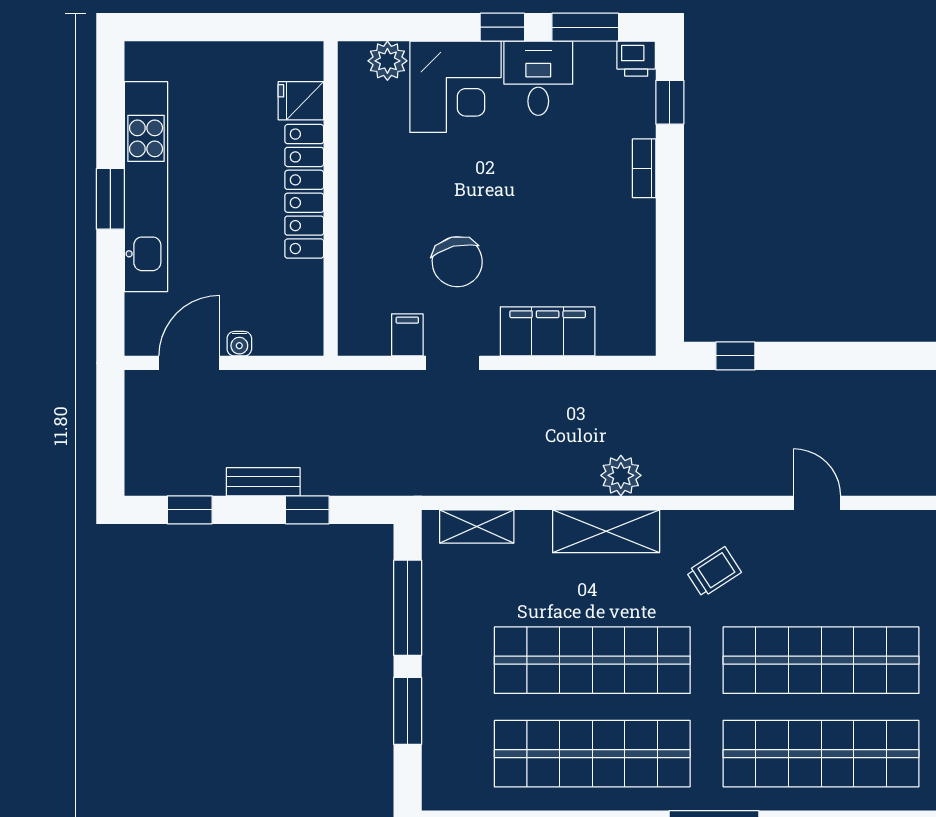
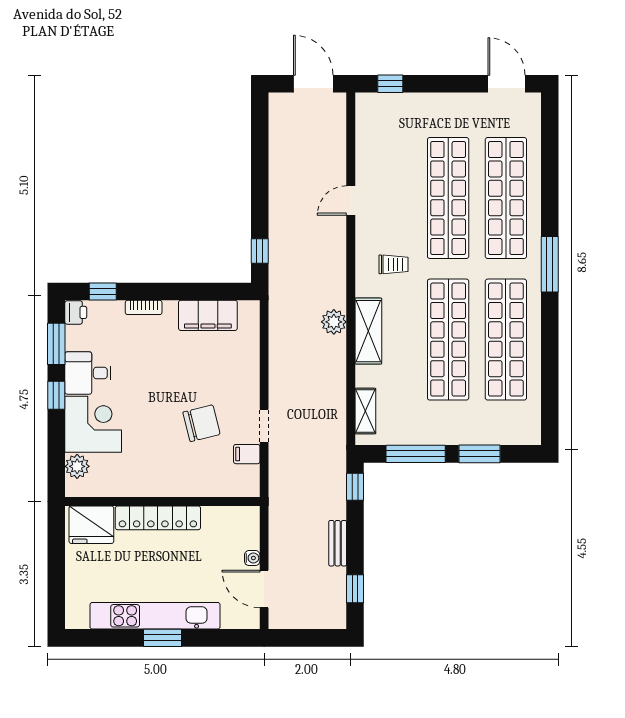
fridge: (301, 101) -> (91, 525), width x1.88, depth x1.34
filing cabinet: (548, 331) -> (208, 315), moved, turned -90
window: (307, 510) -> (355, 487), moved
trolley: (714, 572) -> (394, 264), turned 123

